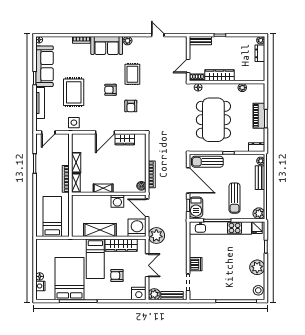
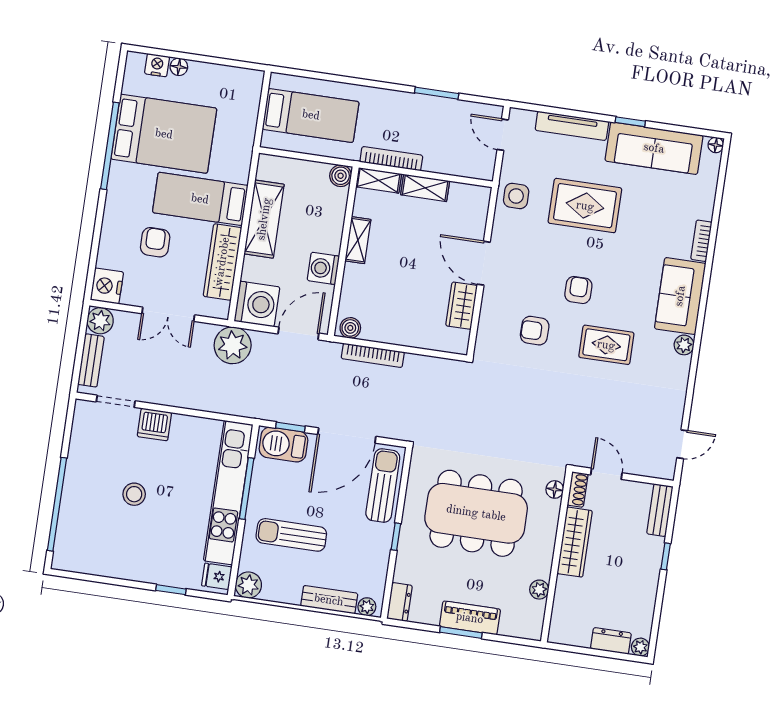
door: (158, 35) -> (682, 444), moved
boiler: (76, 200) -> (341, 176), added
plant: (257, 267) -> (127, 563), removed
stool: (258, 290) -> (134, 494), moved

